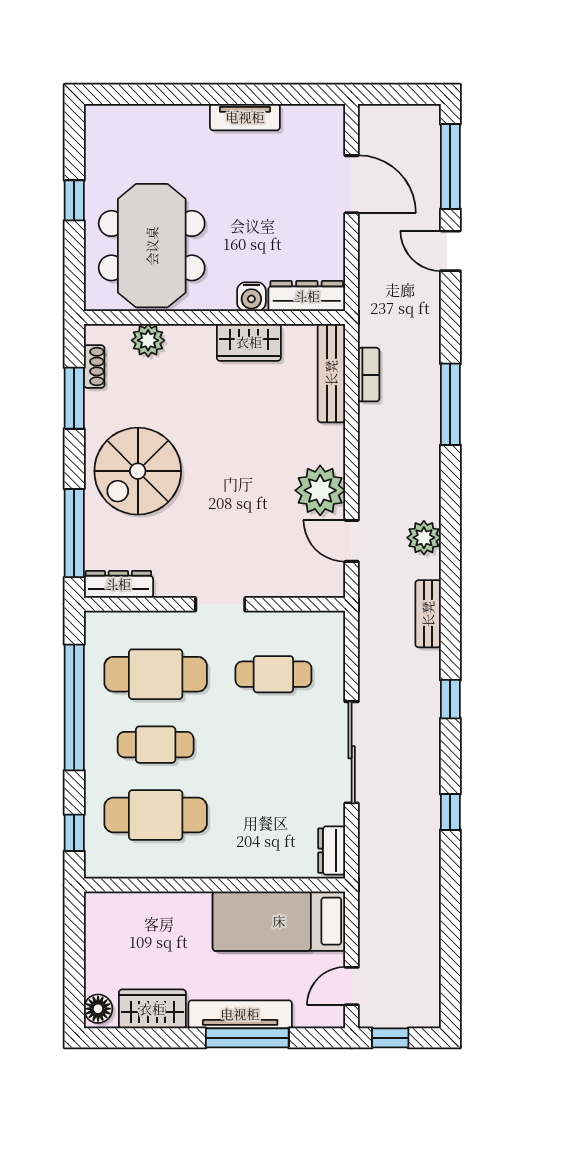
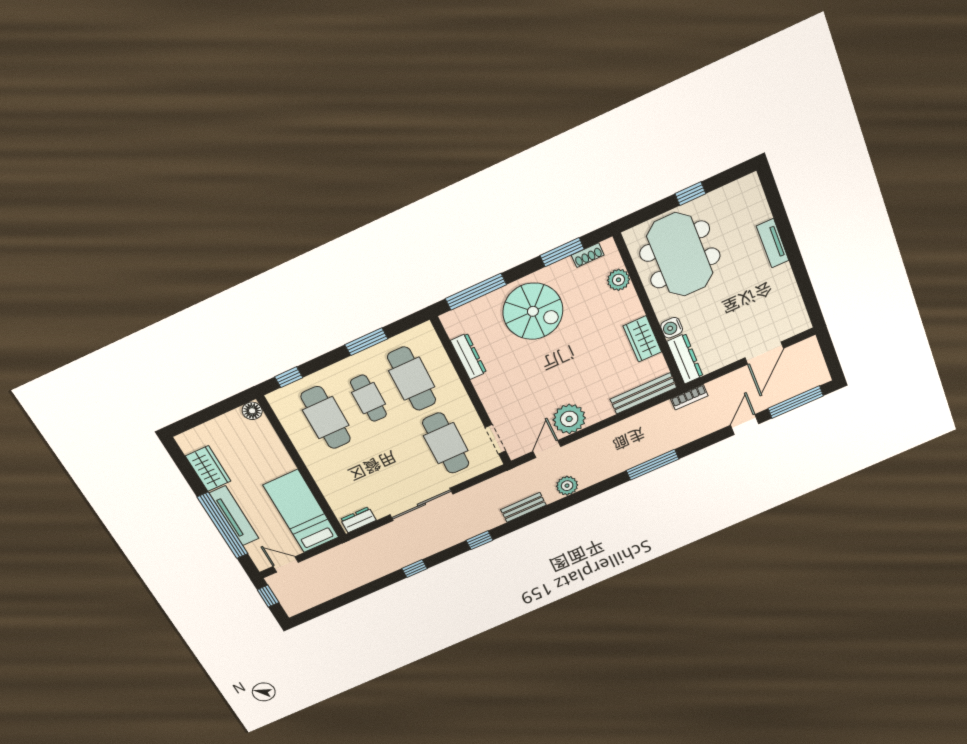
tv unit: (245, 117) -> (773, 243), moved
meeting table: (152, 246) -> (680, 255), turned 90
bookcase: (369, 375) -> (689, 397), moved
spiral stairs: (138, 471) -> (533, 311), turned 180
dresser: (118, 584) -> (469, 356), moved
doorway: (220, 604) -> (495, 439), moved
cafe table: (273, 674) -> (446, 443), width x1.37, depth x1.35
window: (74, 707) -> (366, 342), width x0.47
floor lamp: (98, 1009) -> (252, 411), moved
window: (247, 1038) -> (223, 526), width x1.46

